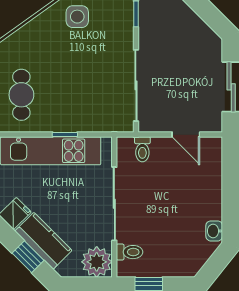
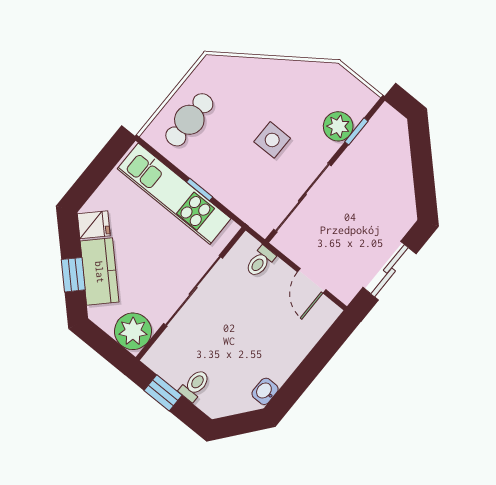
side table: (77, 17) -> (272, 140), moved
plant: (121, 20) -> (338, 126), added
toilet: (130, 252) -> (195, 385), moved, turned -90

